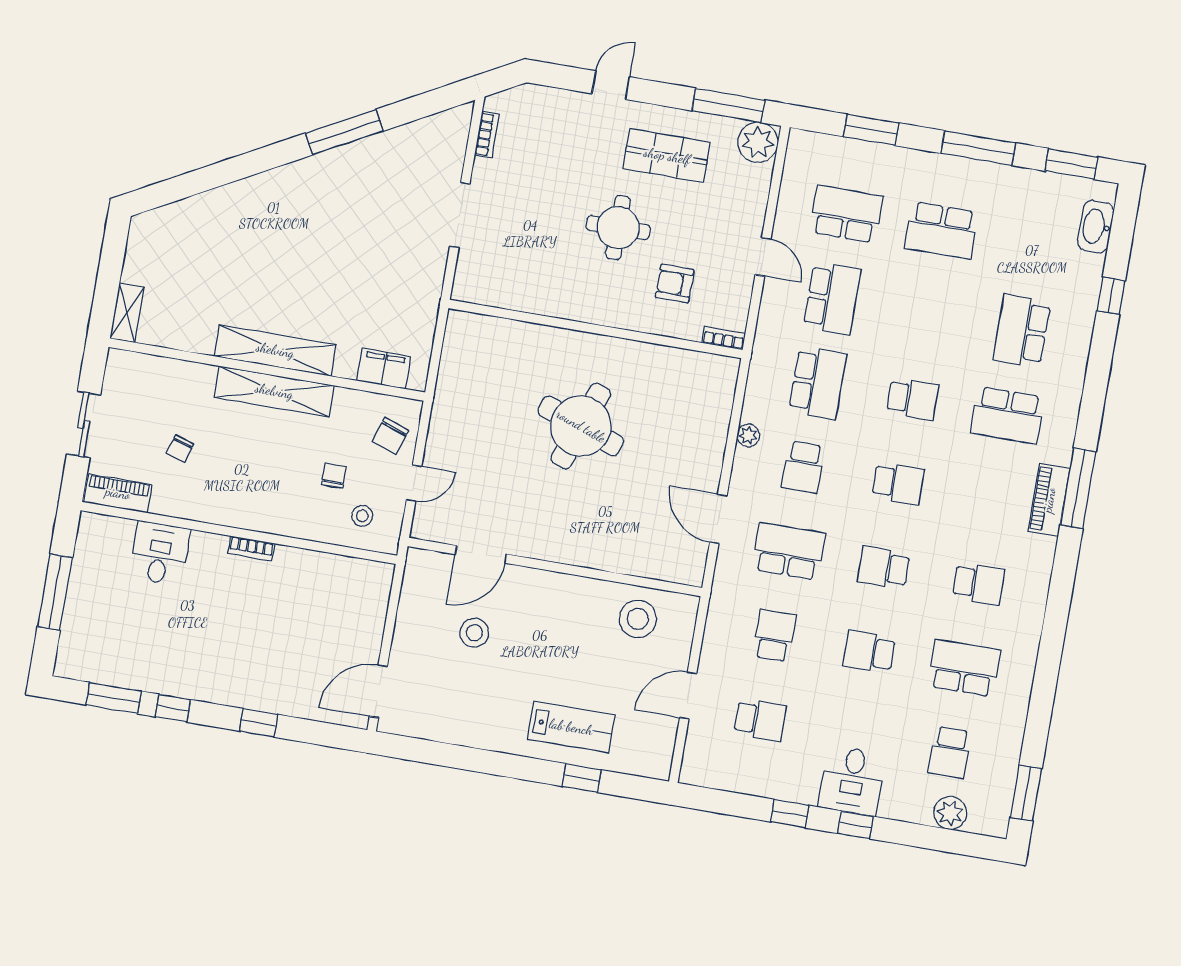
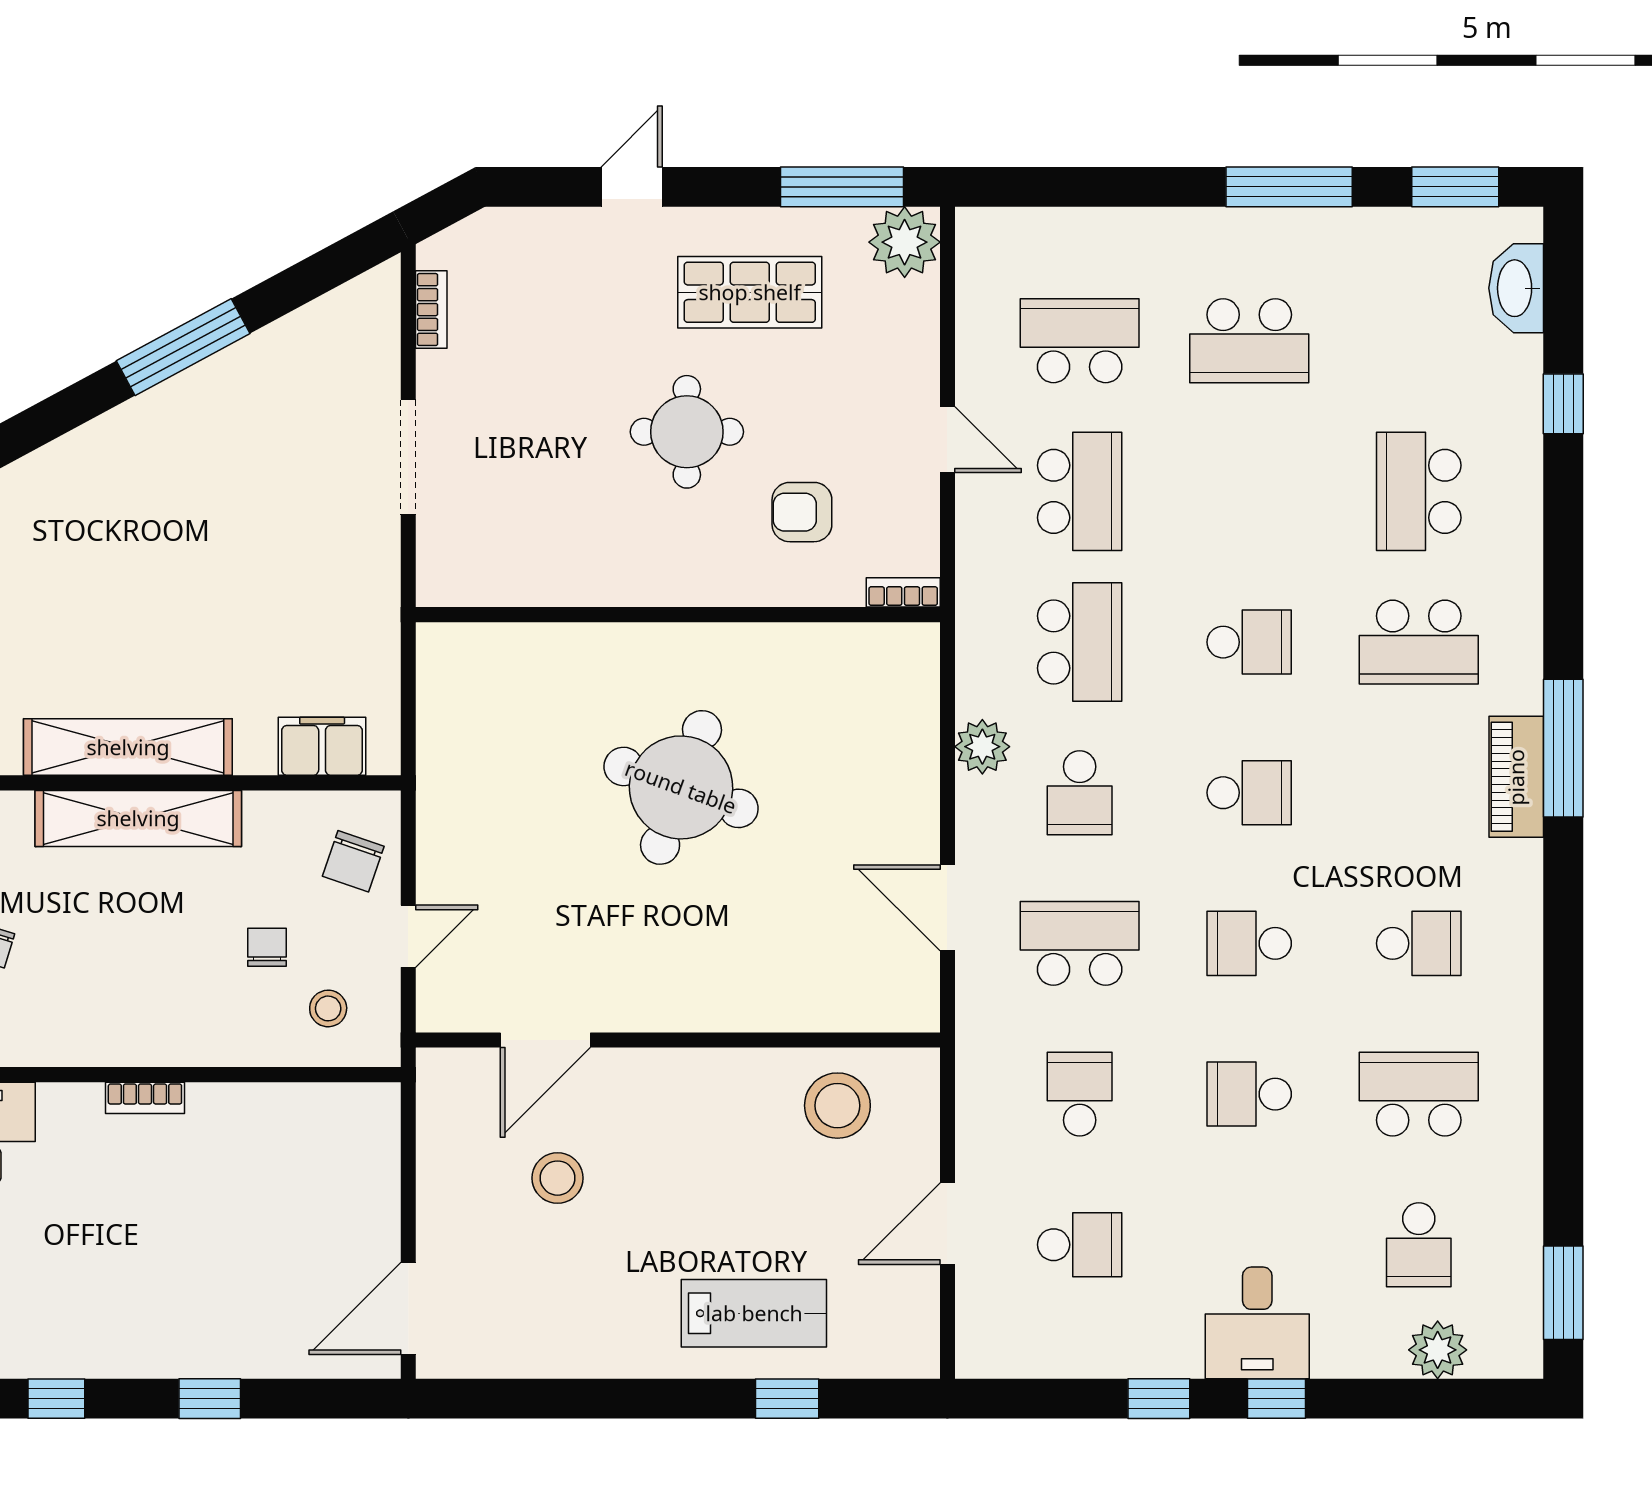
window: (871, 130) -> (1097, 187), removed
plant: (748, 435) -> (982, 747), width x1.38, depth x1.38

